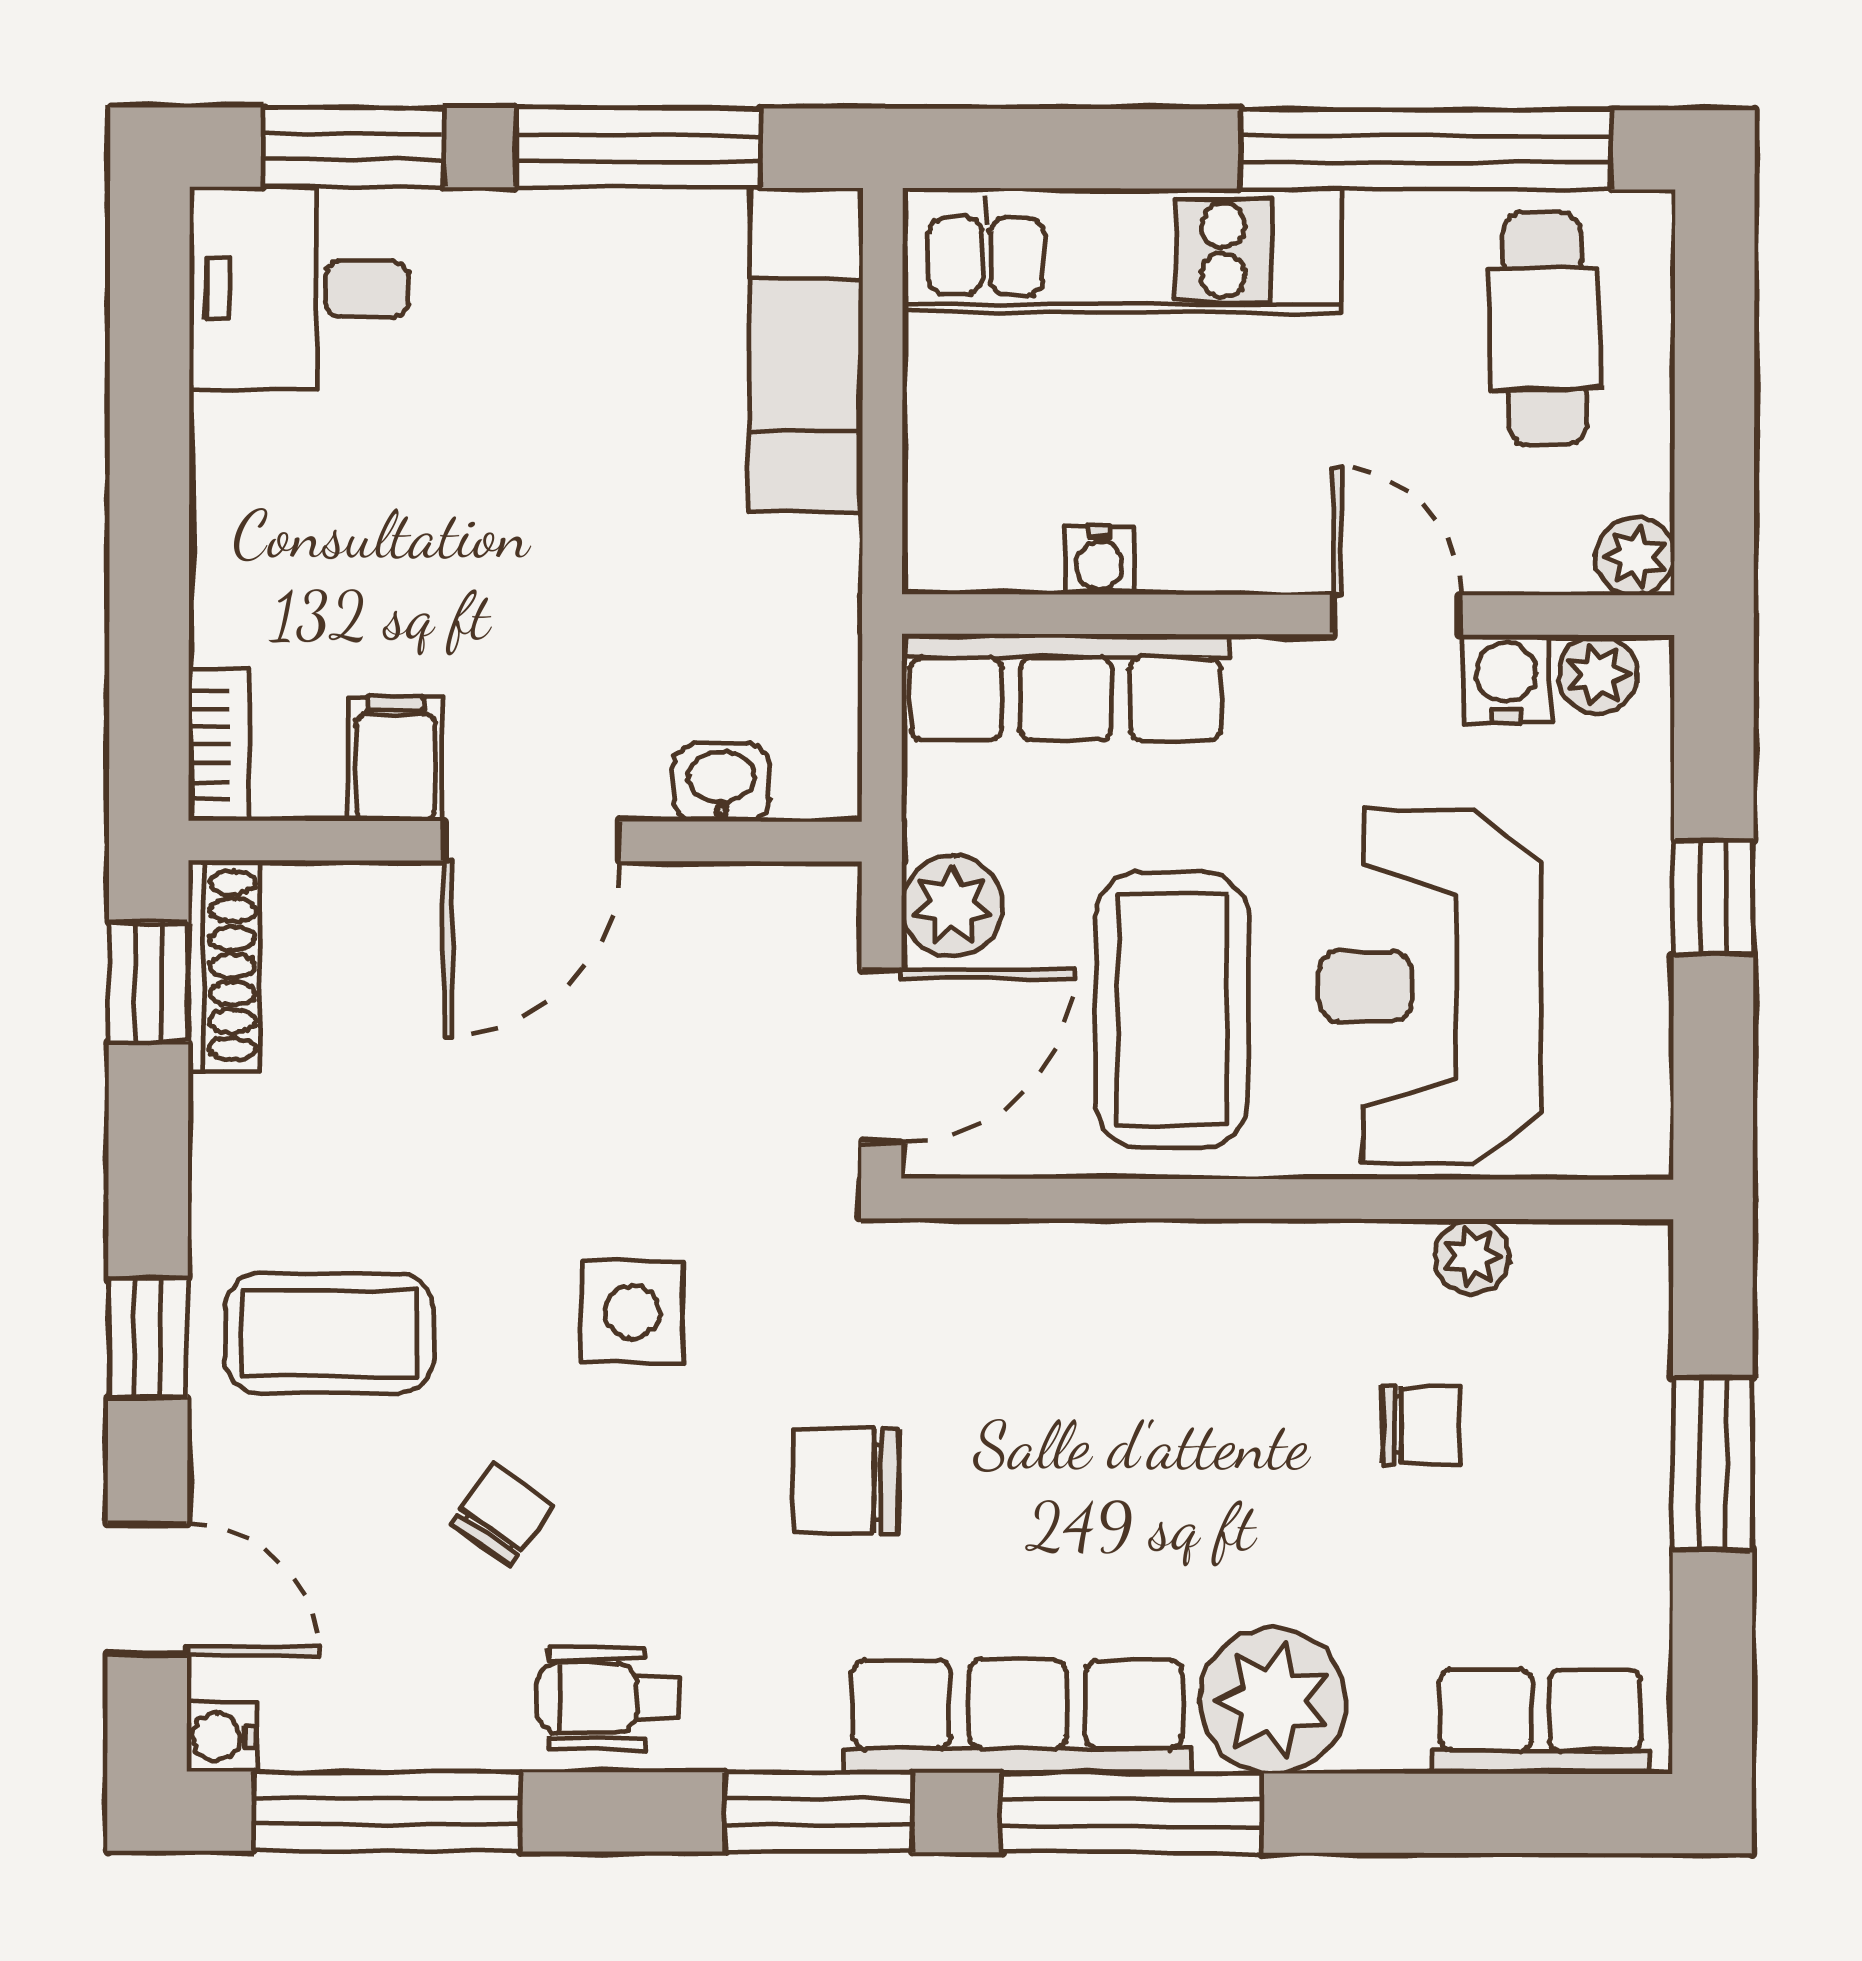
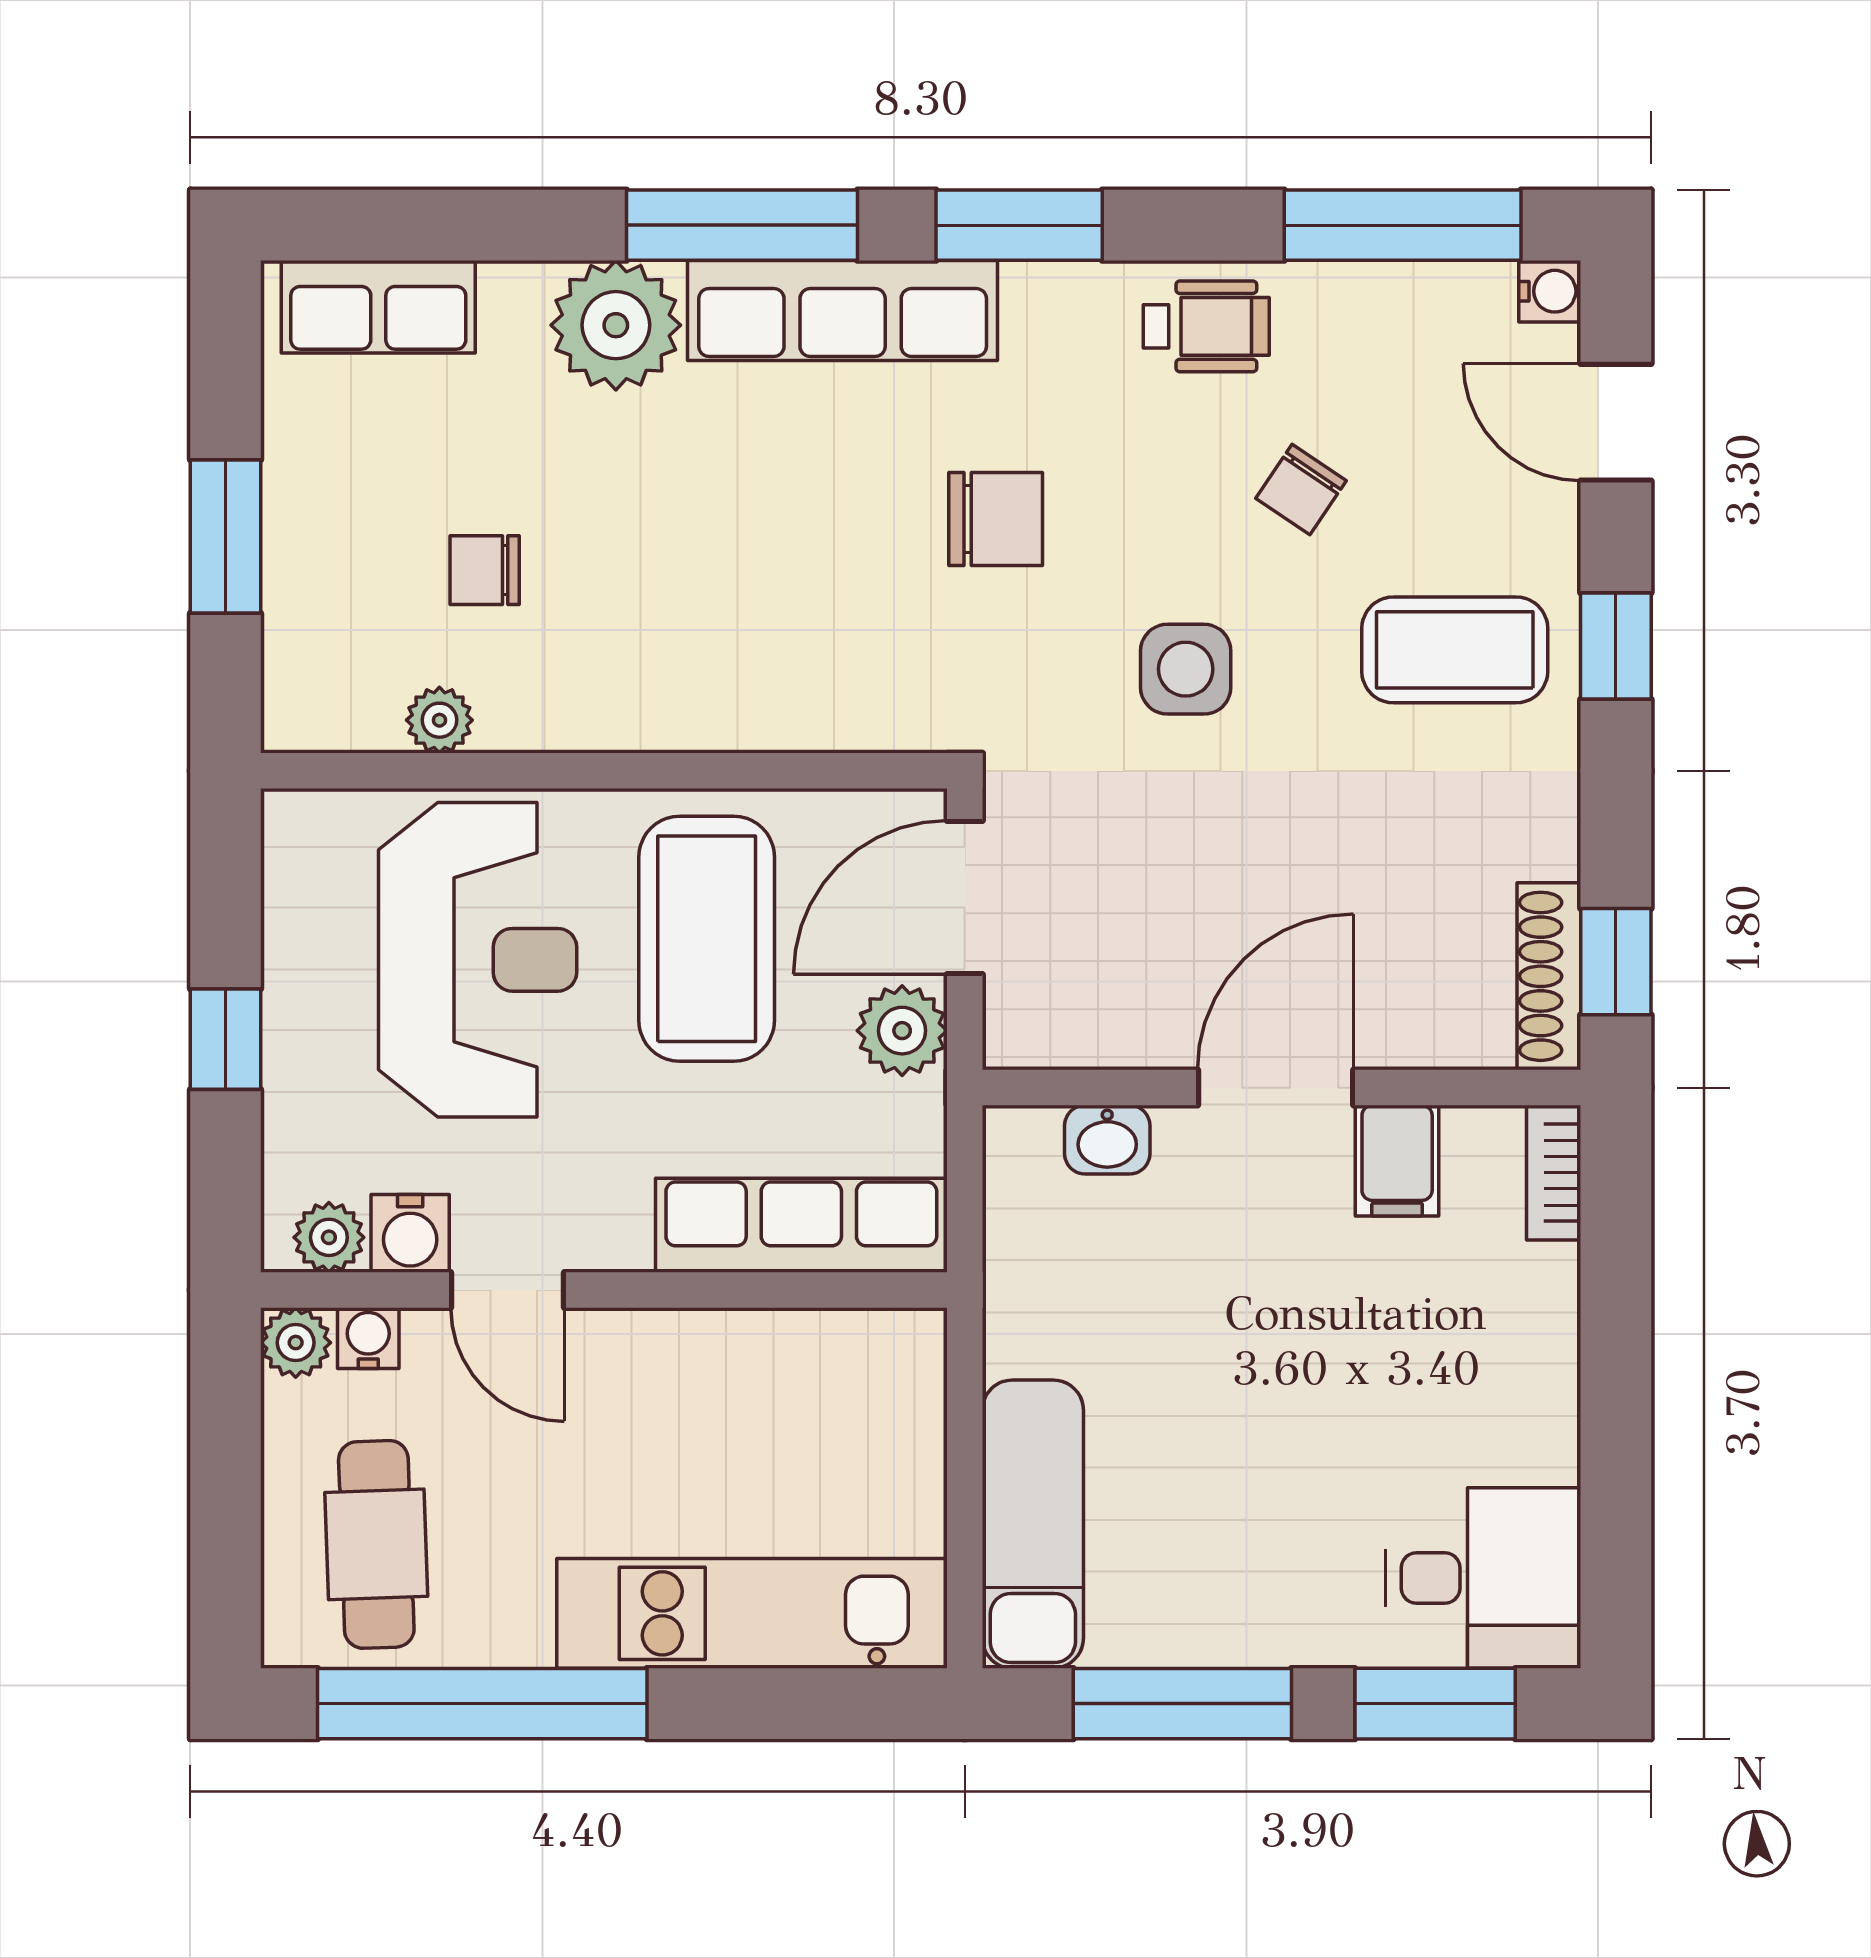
water cooler: (1100, 560) -> (368, 1338), moved

